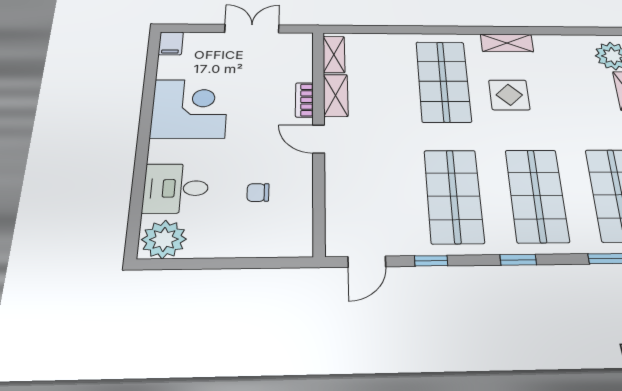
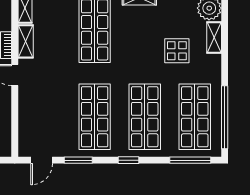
display table: (509, 95) -> (177, 51), moved
window: (431, 261) -> (78, 160), width x1.50

